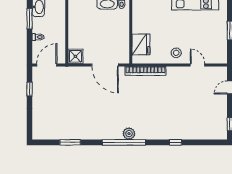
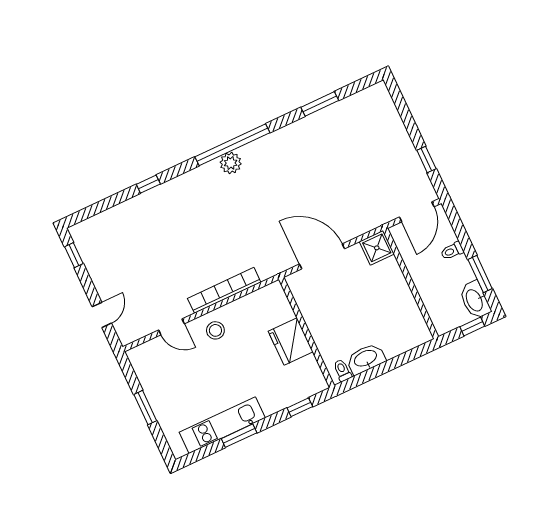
fridge: (141, 44) -> (291, 342), moved
bookcase: (145, 71) -> (224, 290), moved

